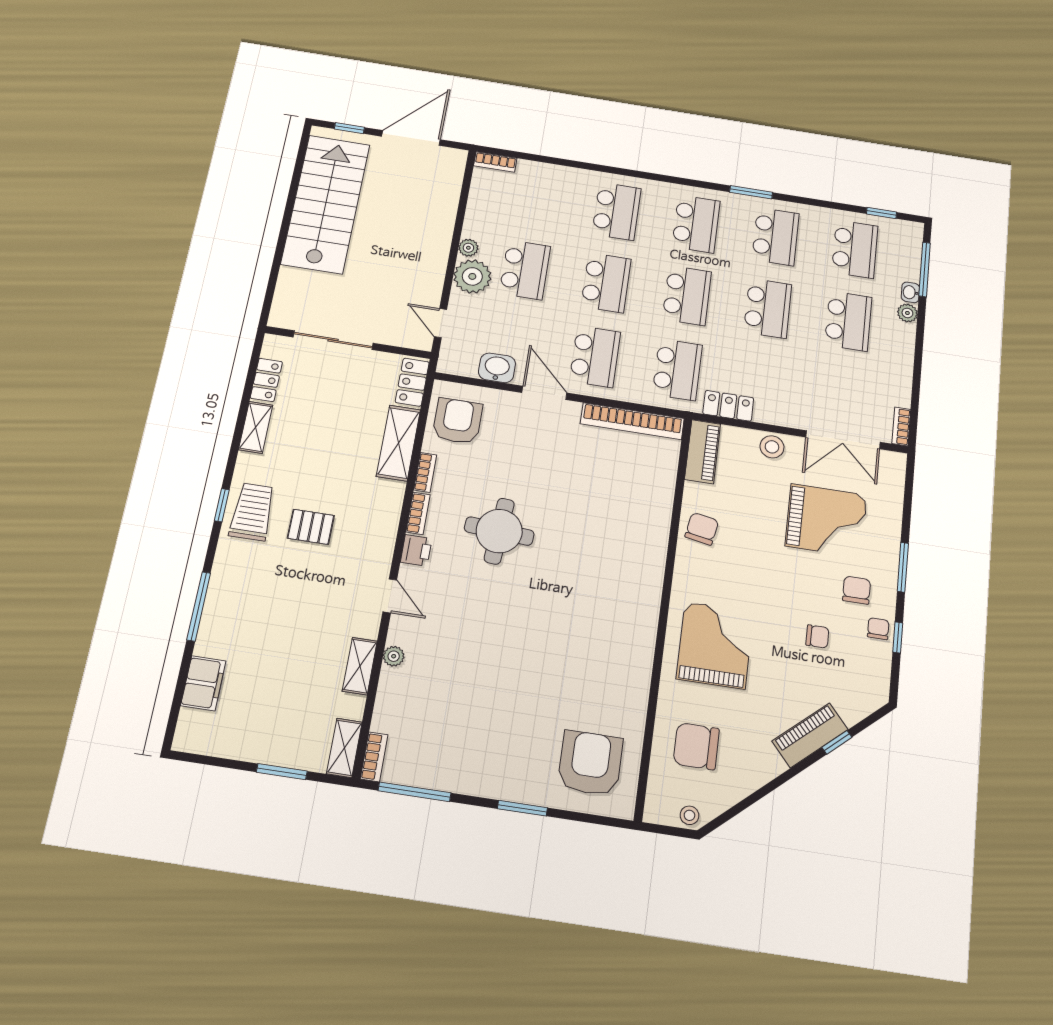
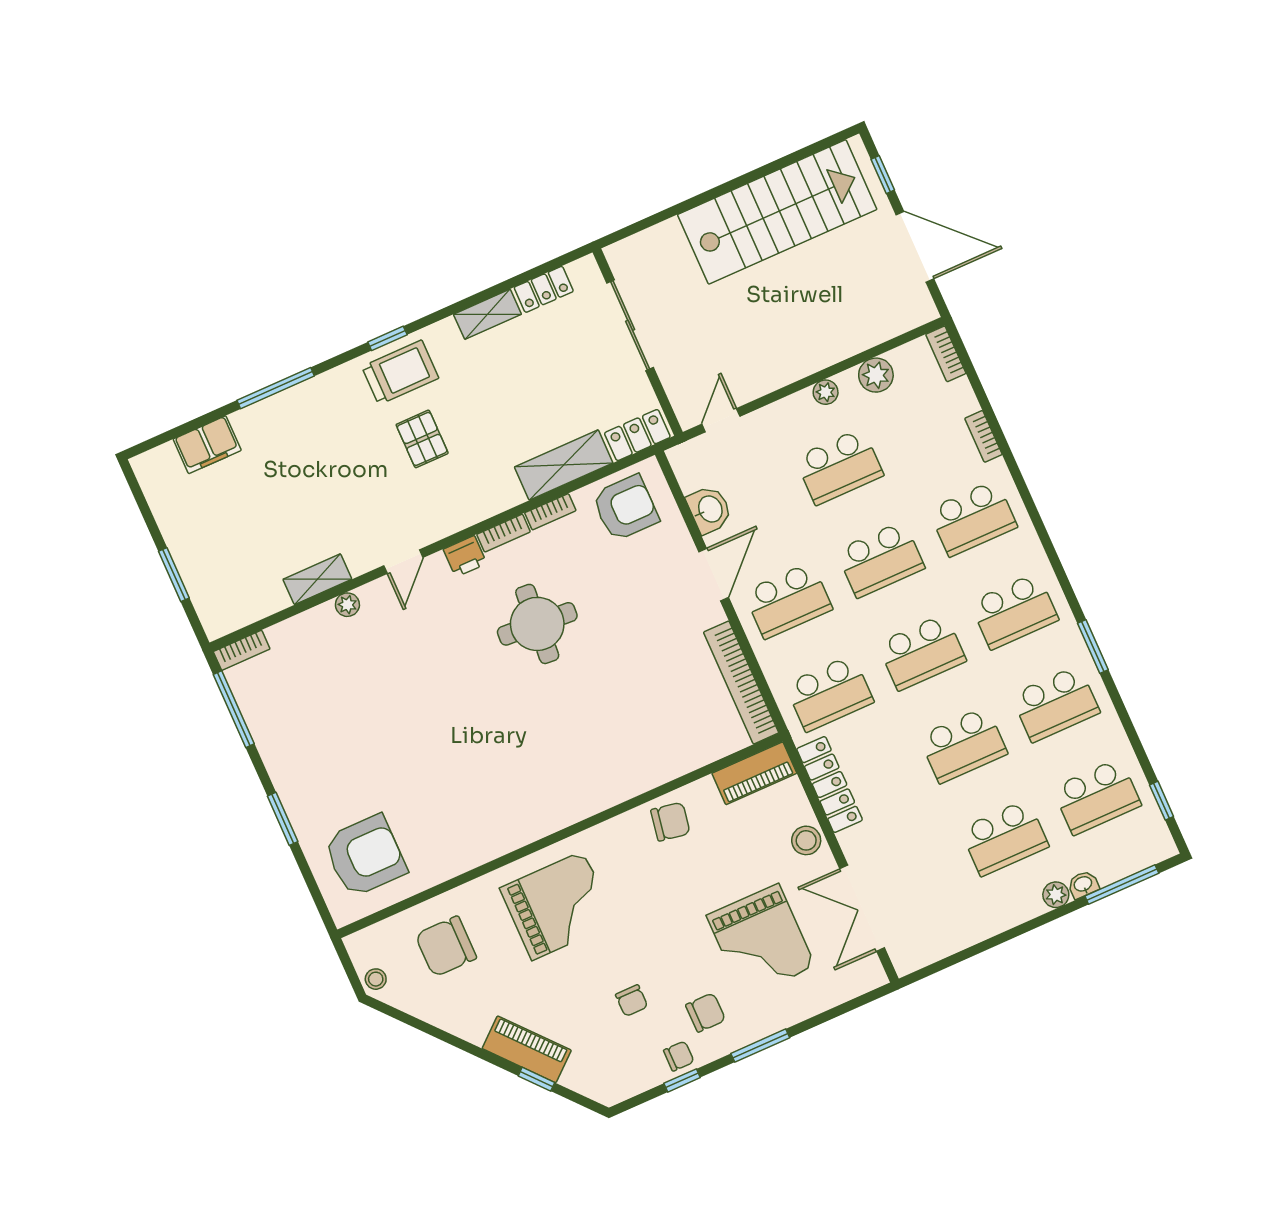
plant: (472, 276) -> (876, 375), moved, width x0.73, depth x0.73
locker: (728, 406) -> (830, 784), width x1.53
bookcase: (901, 426) -> (983, 436), moved, turned -90
chair: (696, 746) -> (446, 946), turned -90
shelving: (344, 748) -> (232, 617), removed

